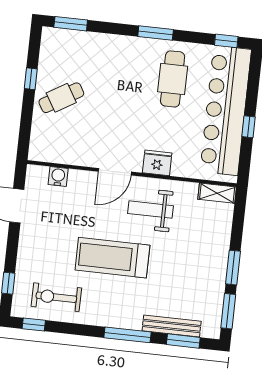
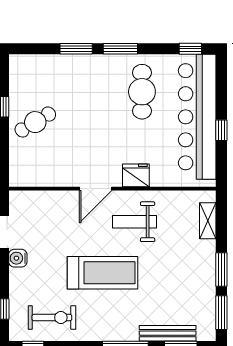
window: (71, 24) -> (76, 49), moved
water cooler: (58, 176) -> (18, 258), moved, turned -90
shelving: (217, 193) -> (208, 221), moved, turned 90
treadmill: (112, 258) -> (102, 273), turned 180
exercise bike: (56, 297) -> (52, 318), turned 180

